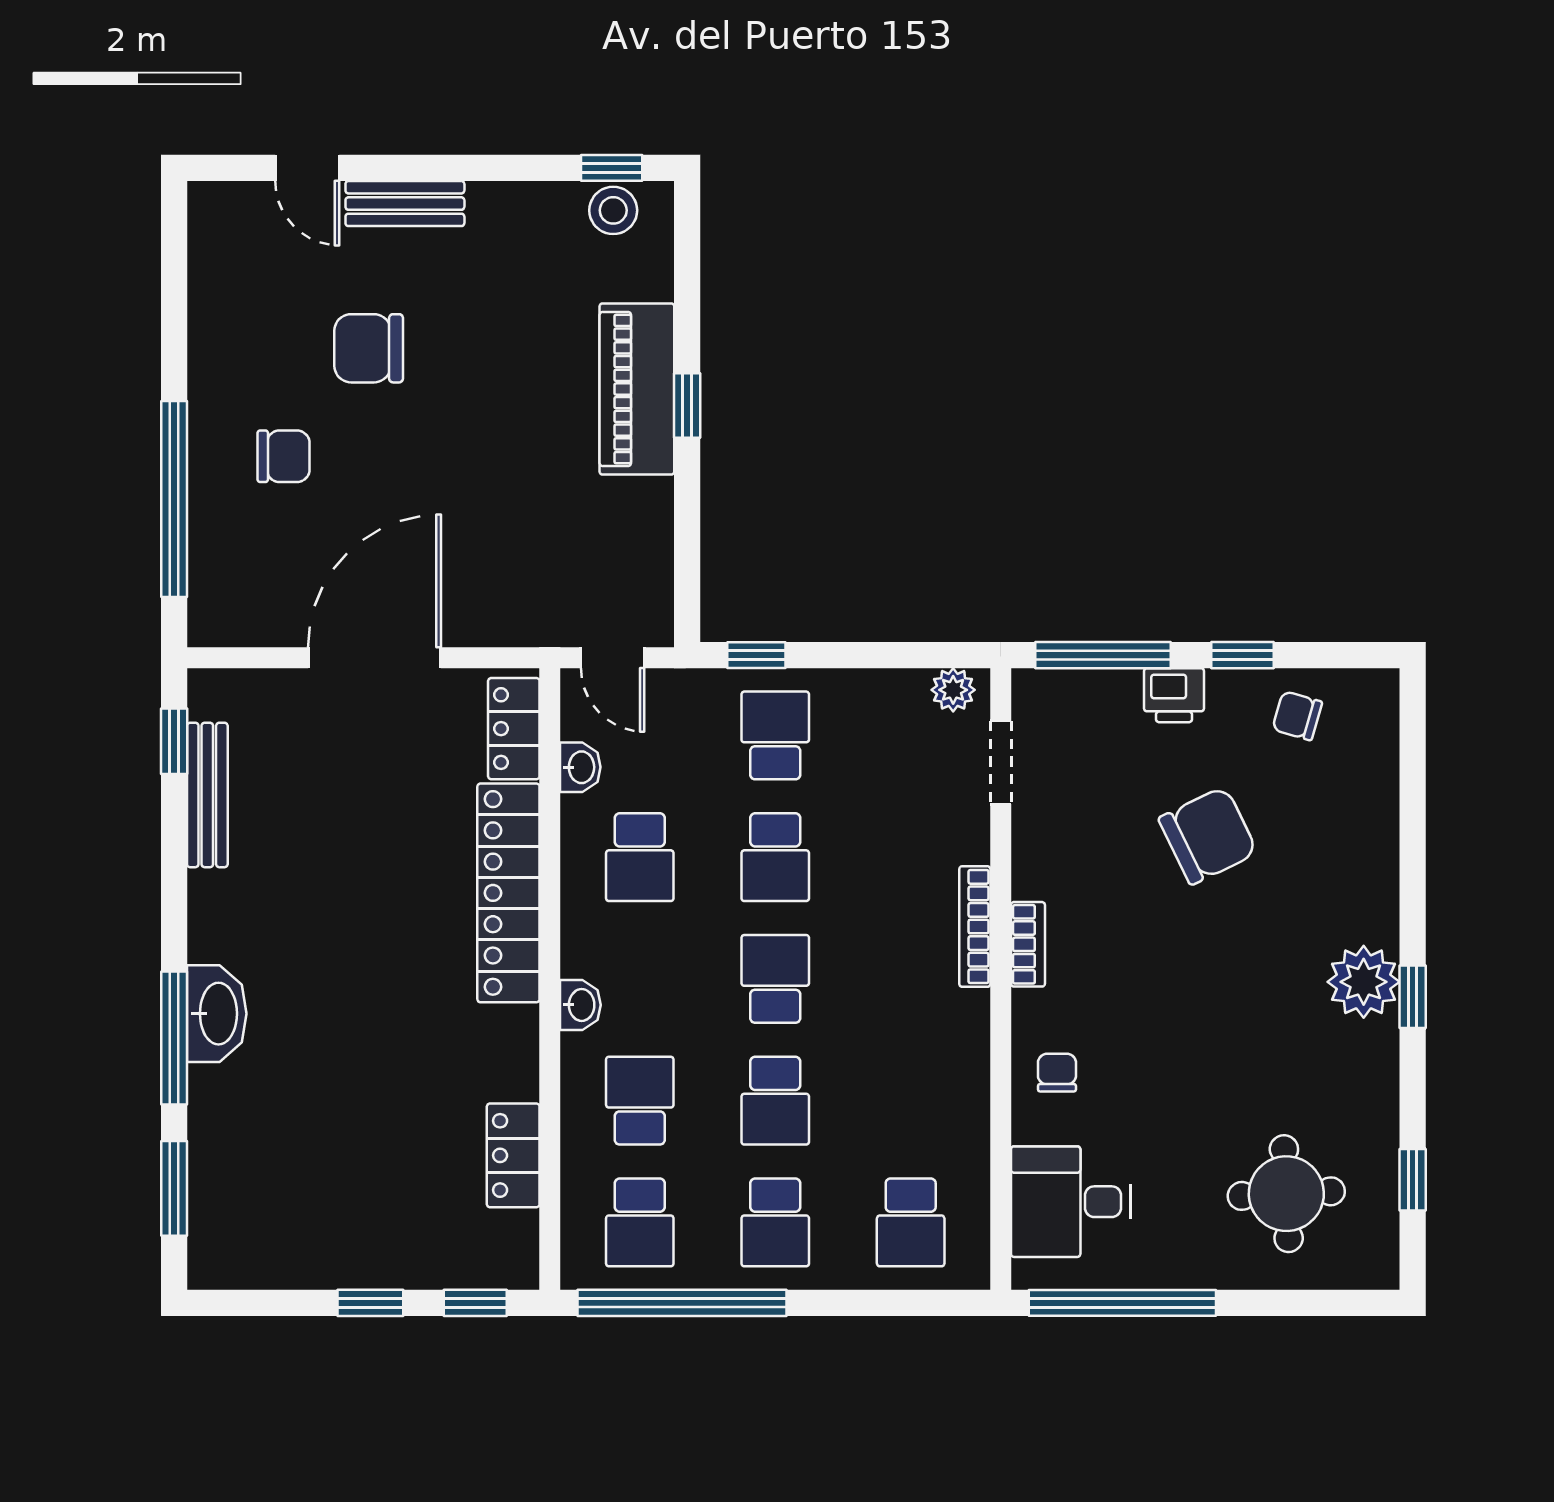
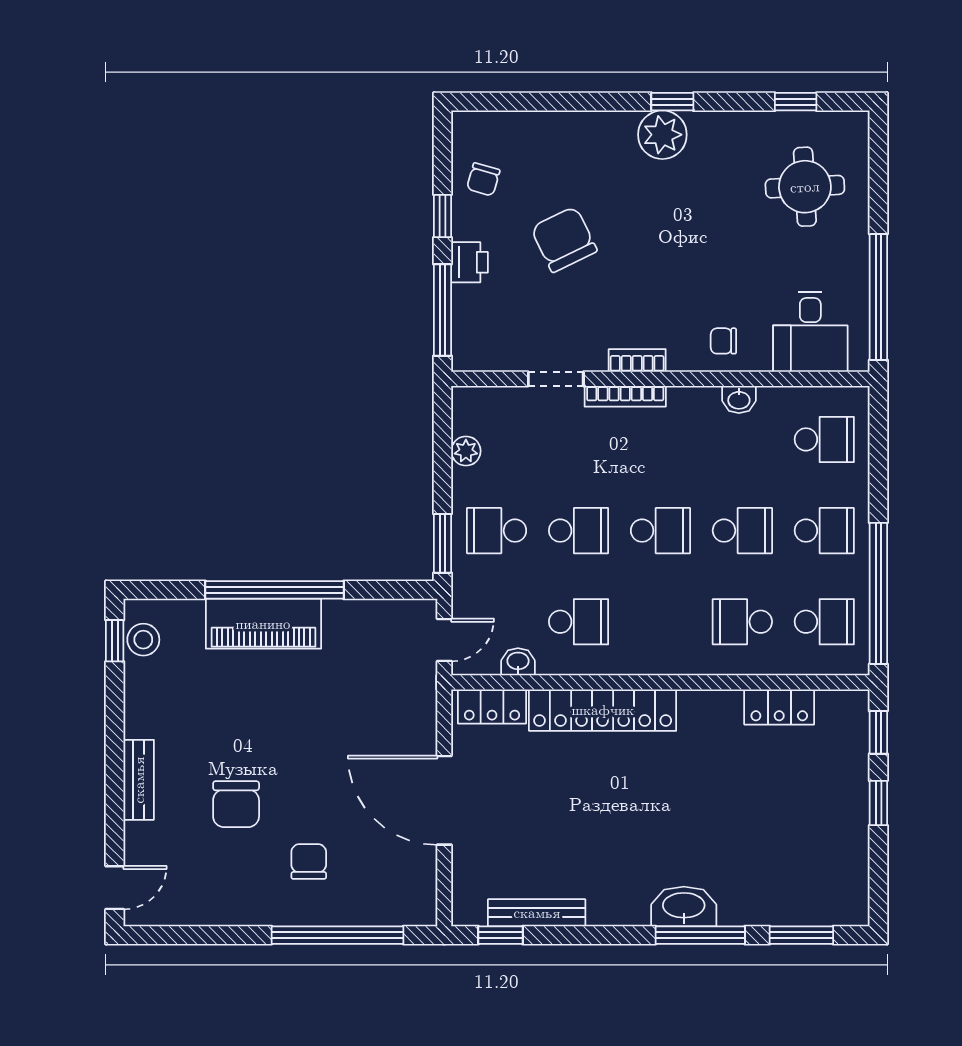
door: (307, 168) -> (115, 888), moved
window: (687, 406) -> (275, 590), width x3.17
window: (756, 655) -> (442, 543), width x1.50
plant: (953, 690) -> (466, 451), moved
doorway: (1001, 762) -> (556, 379), moved
school desk: (775, 979) -> (660, 531), turned 180
washbasin: (580, 1005) -> (739, 400), moved, turned 180

